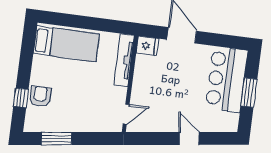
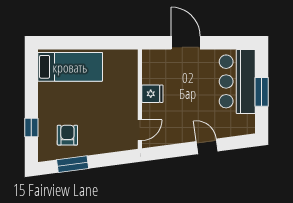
fridge: (147, 46) -> (152, 94), moved
tv unit: (124, 60) -> (131, 76), removed
armchair: (40, 96) -> (67, 135), moved

